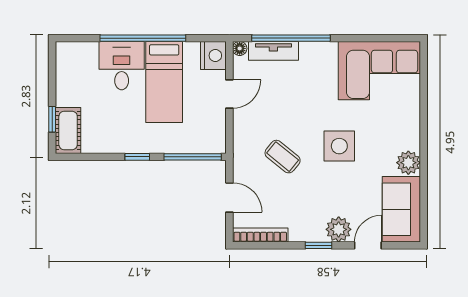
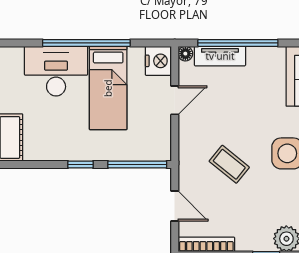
desk: (122, 66) -> (56, 71), width x1.37

